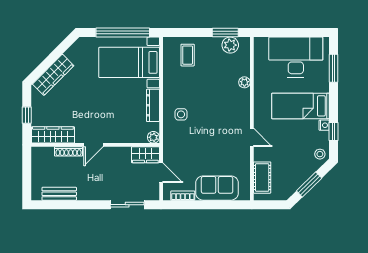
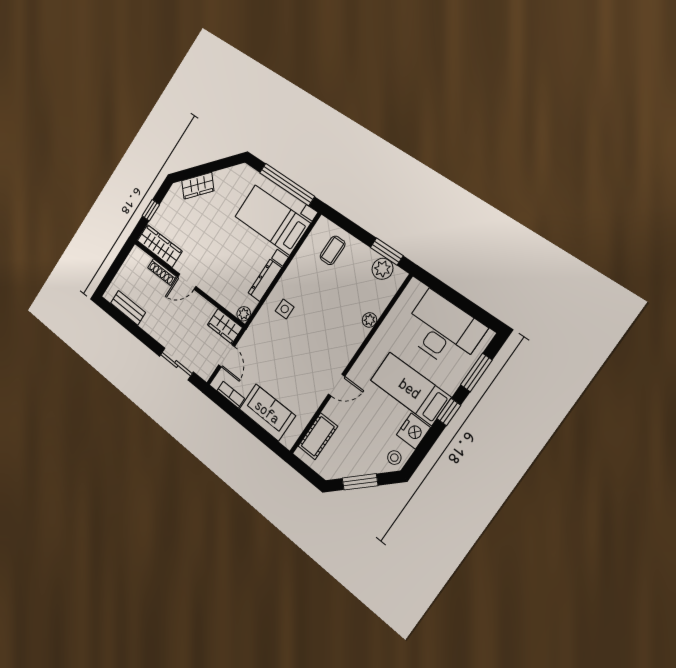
wardrobe: (53, 75) -> (198, 186), width x0.67
nightstand: (324, 125) -> (413, 431), width x1.89, depth x1.79
window: (334, 132) -> (449, 412), moved
door: (252, 137) -> (337, 385), hinge flipped

